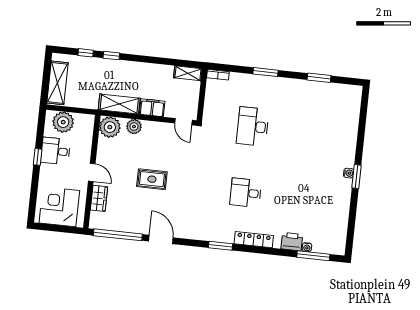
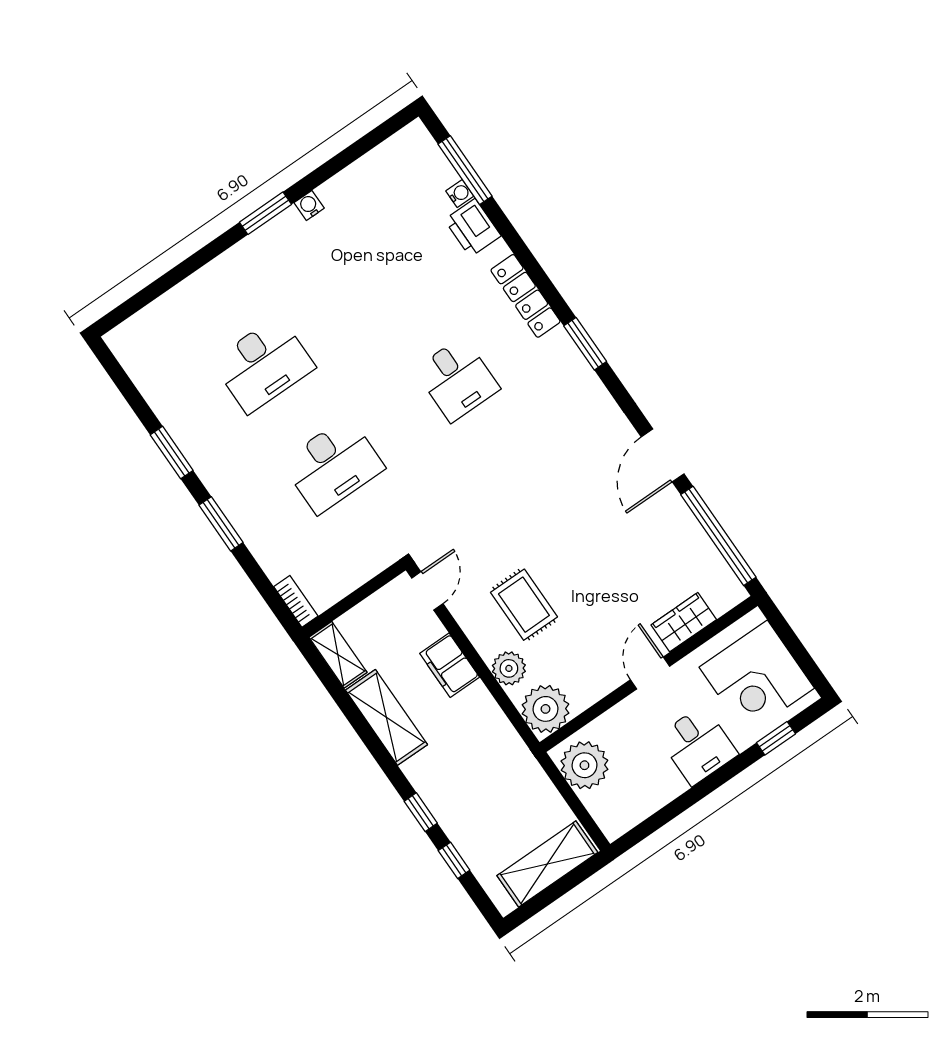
window: (319, 78) -> (172, 453), moved
shelving: (119, 104) -> (386, 717), moved
plant: (63, 122) -> (584, 765), moved
desk: (306, 132) -> (263, 364), added
desk: (56, 151) -> (698, 745), moved
window: (38, 157) -> (776, 738), moved
water cooler: (349, 173) -> (309, 205), moved
rug: (152, 179) -> (524, 605), moved

